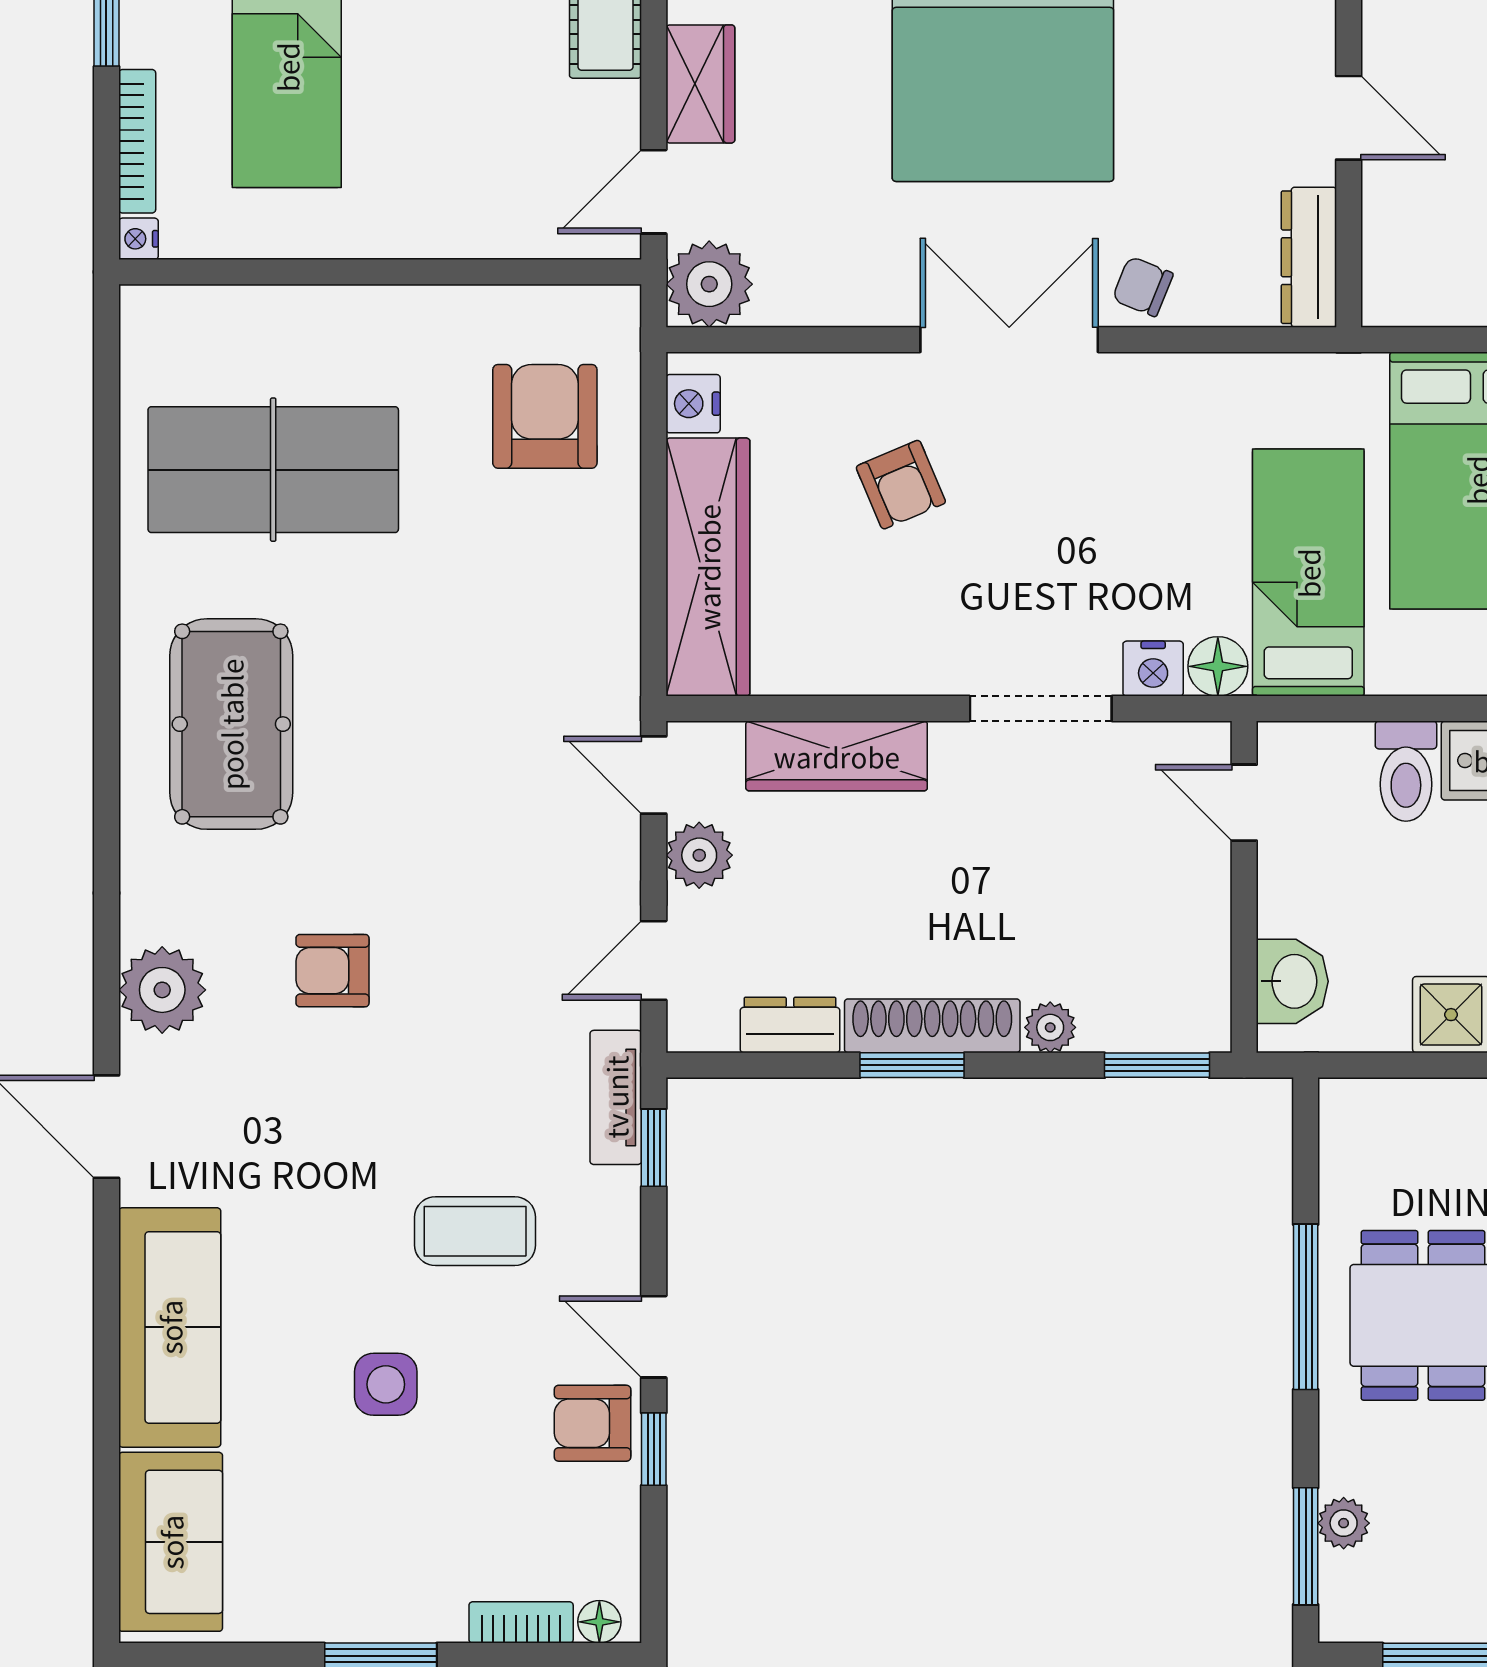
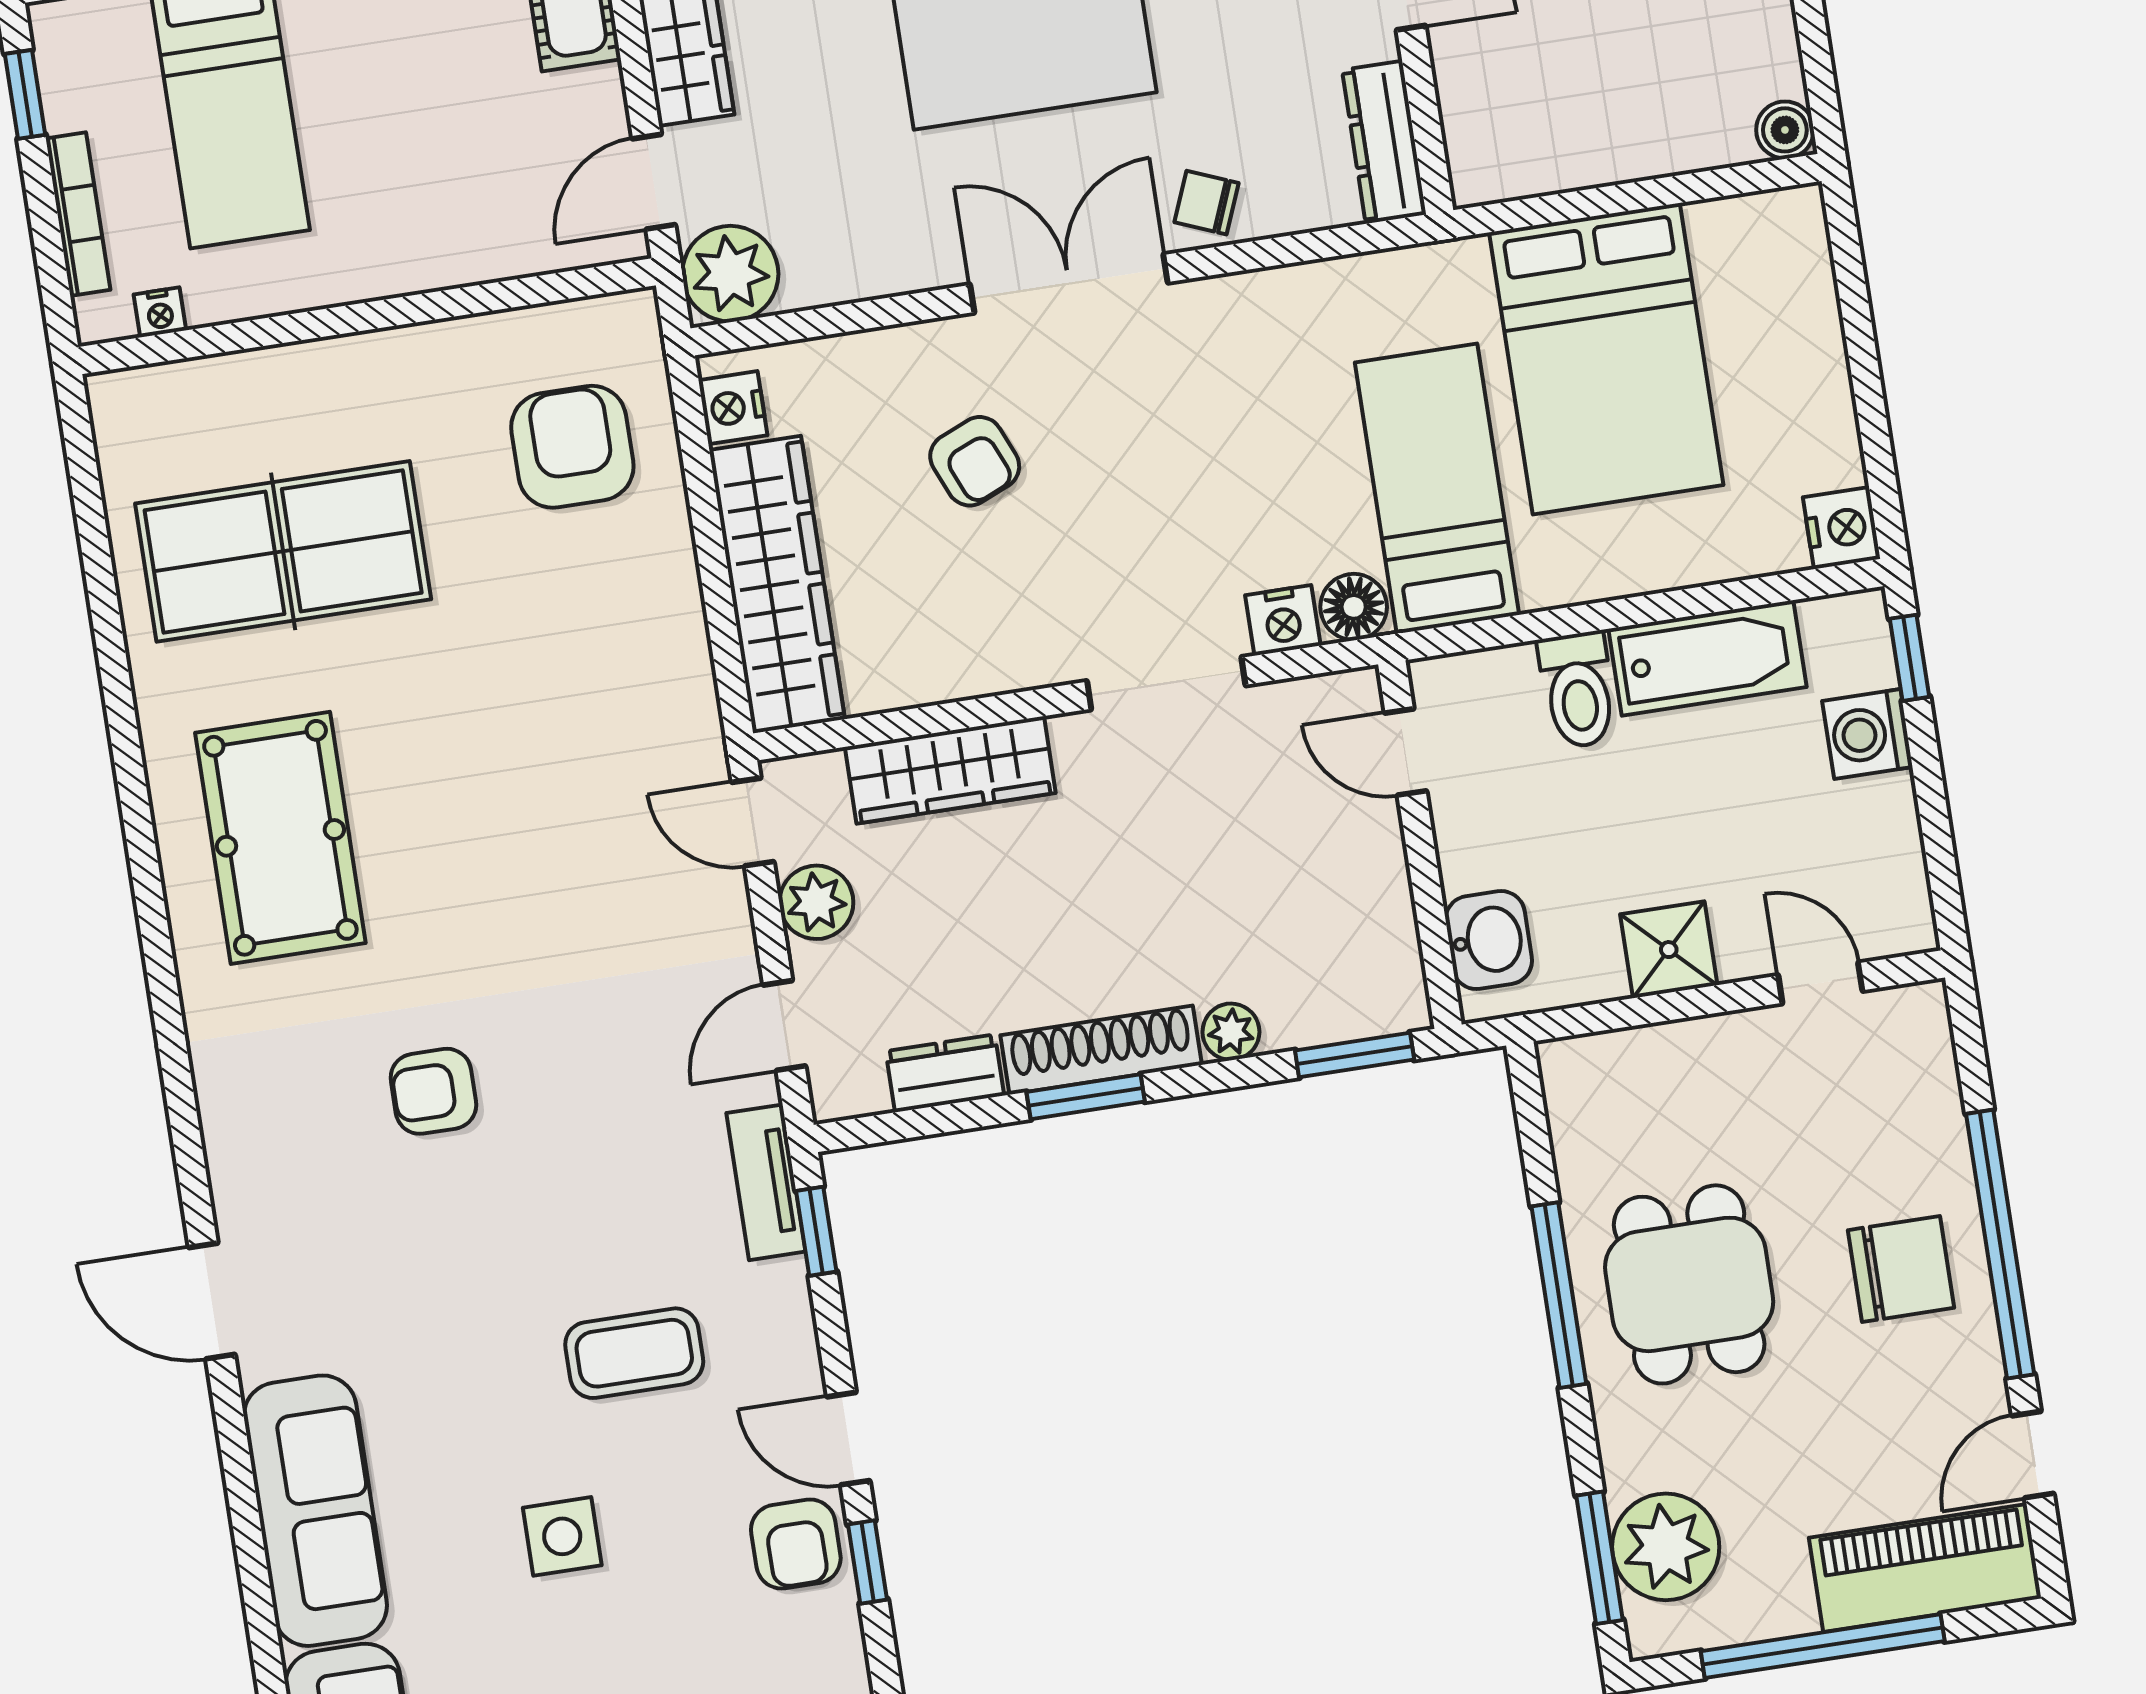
nightstand: (138, 239) -> (160, 312), moved, turned -90
plant: (162, 990) -> (250, 1141), removed
armchair: (593, 1423) -> (796, 1544), turned -90
plant: (1344, 1523) -> (1666, 1547), width x1.87, depth x1.87

